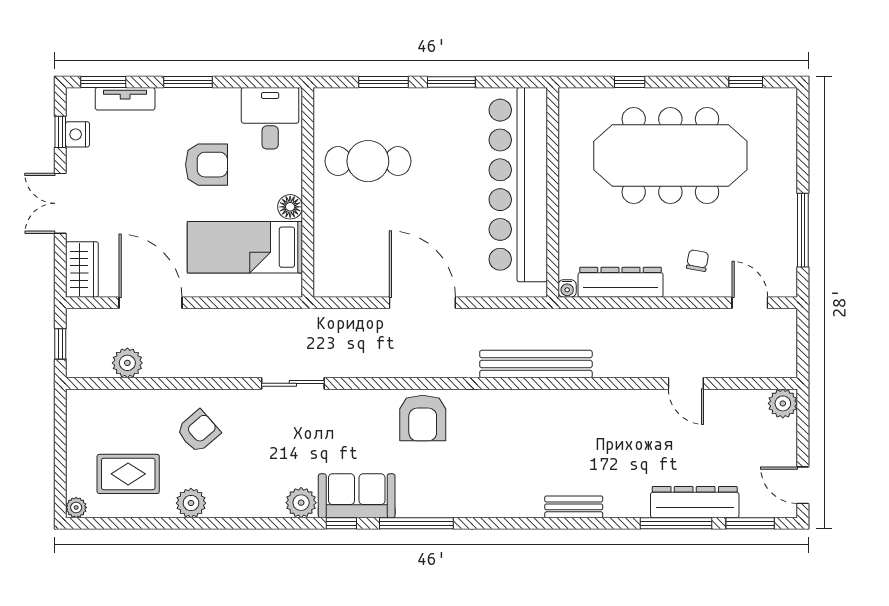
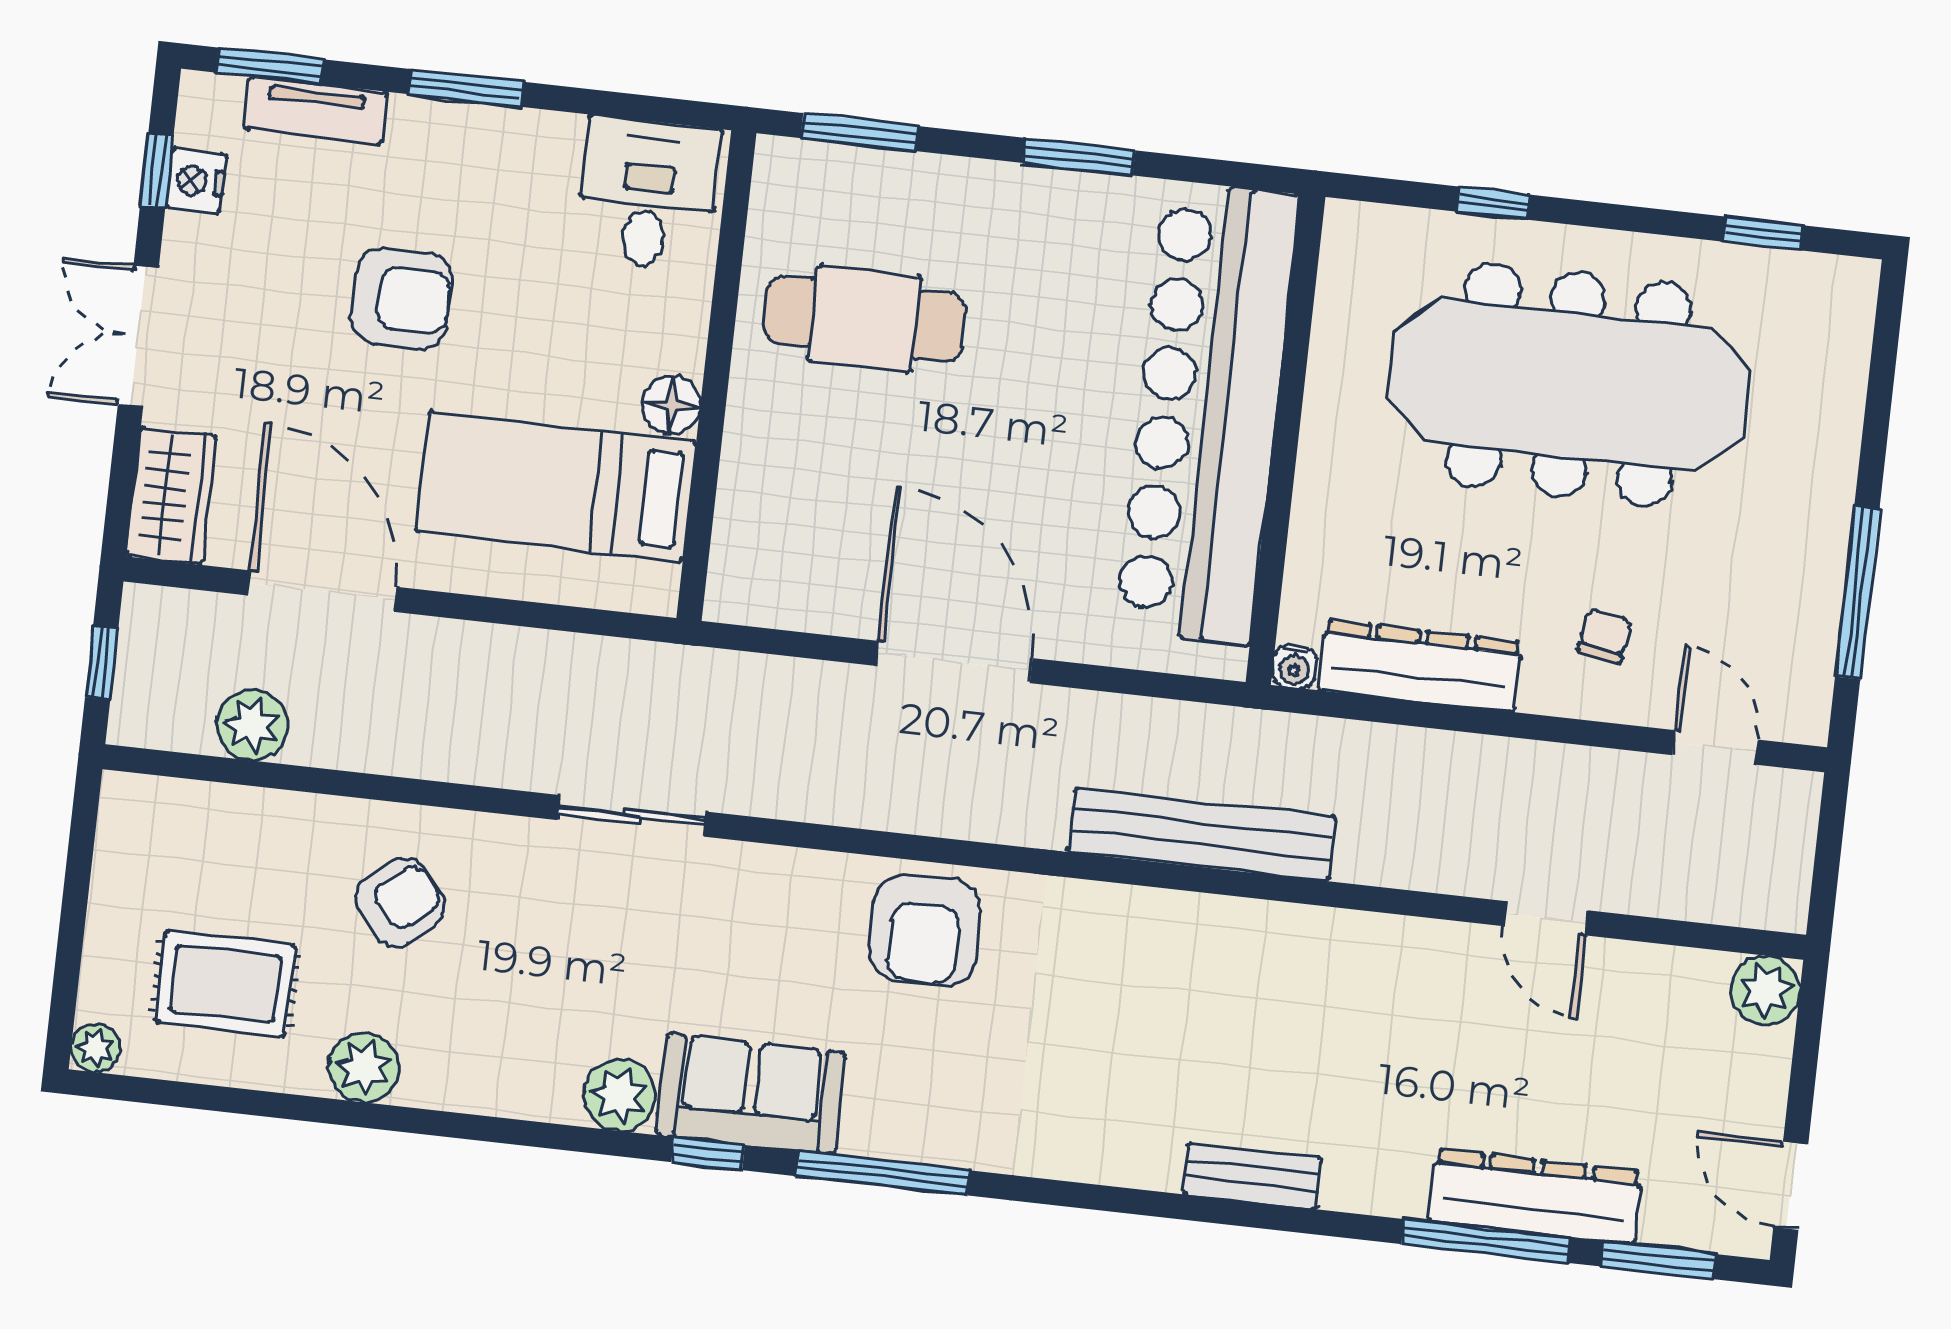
window: (383, 82) -> (860, 132), moved
armchair: (207, 165) -> (402, 299), moved

